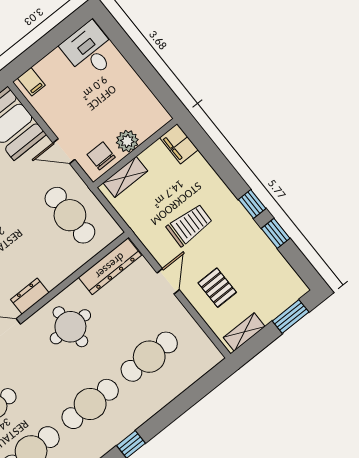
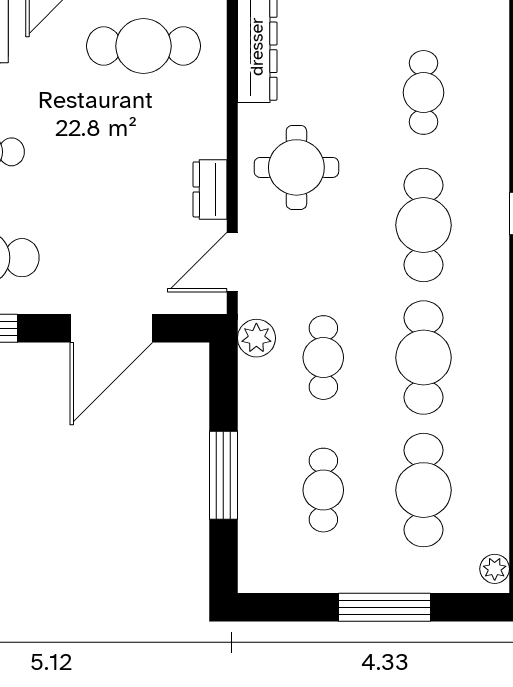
cafe table: (149, 357) -> (424, 92), width x0.73, depth x0.74

